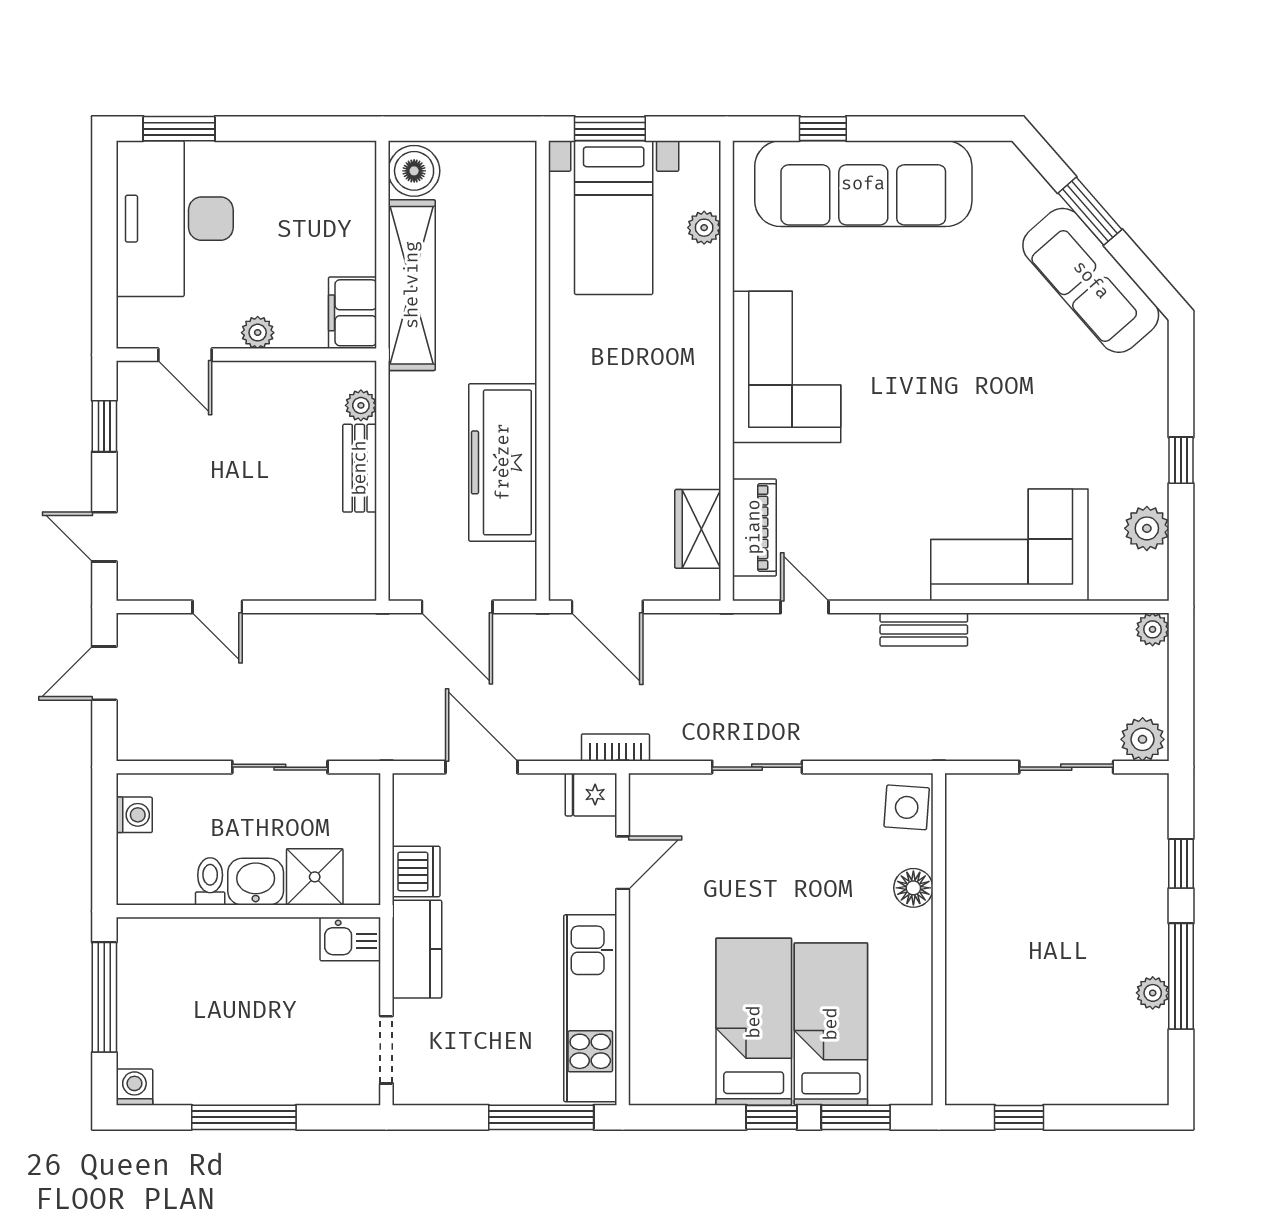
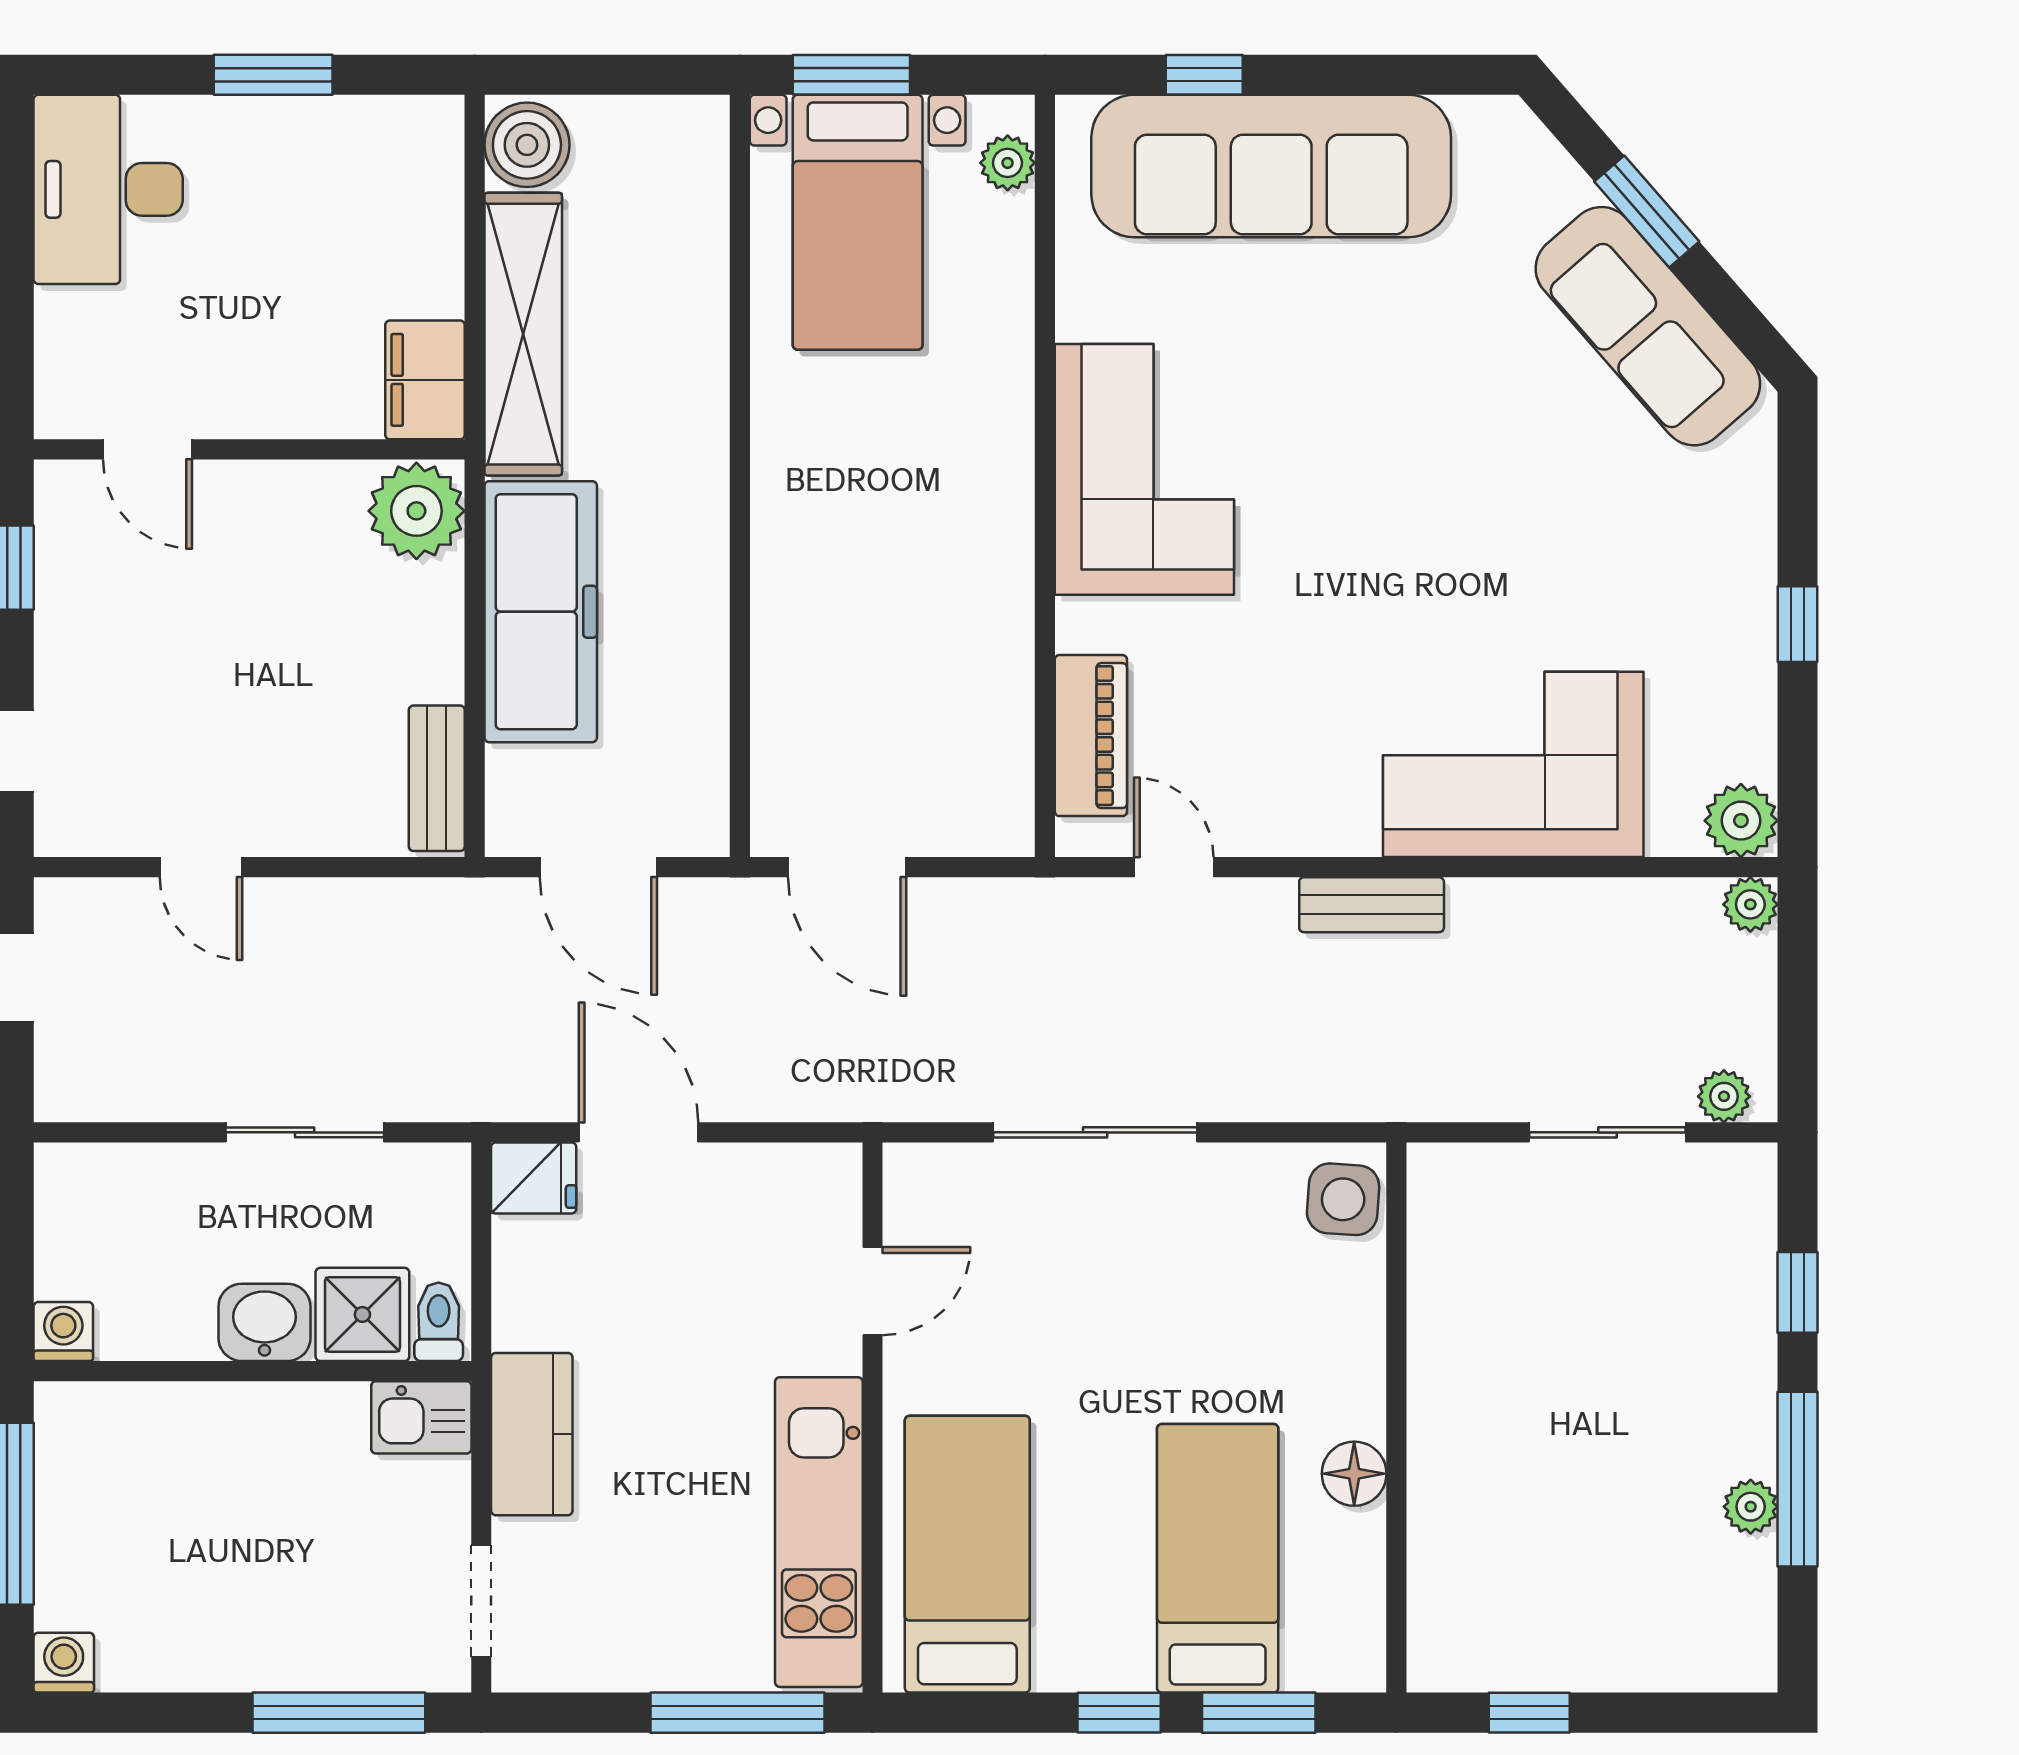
window: (179, 129) -> (273, 75), moved
desk: (175, 219) -> (108, 189), width x0.73, depth x0.77
plant: (704, 228) -> (1008, 163), moved
plant: (258, 333) -> (268, 413), removed
plant: (361, 405) -> (416, 511), width x1.87, depth x1.87
freezer: (503, 462) -> (541, 612), moved, turned 180
bench: (360, 468) -> (437, 778), moved
plant: (1147, 528) -> (1741, 821), moved
wardrobe: (698, 529) -> (997, 738), removed
plant: (1143, 739) -> (1724, 1096), width x0.73, depth x0.73
bookcase: (615, 747) -> (861, 1100), removed
sliding door: (757, 767) -> (1095, 1132), width x1.37
fridge: (591, 795) -> (534, 1178), moved, turned 180
washing machine: (134, 815) -> (63, 1332), moved, turned -90
dishwasher: (416, 871) -> (530, 1305), removed
toilet: (210, 881) -> (439, 1322), moved
floor lamp: (913, 888) -> (1354, 1474), moved
bed: (754, 1022) -> (967, 1554), moved
window: (244, 1117) -> (339, 1713), moved

